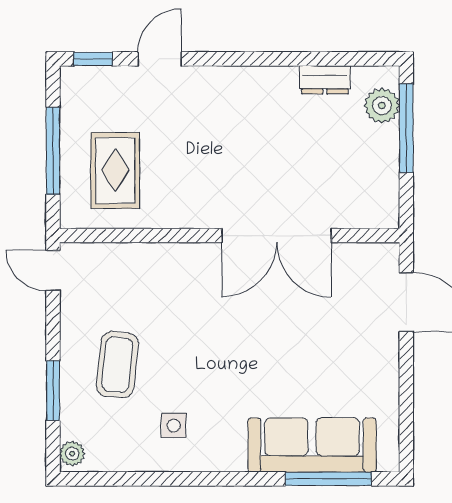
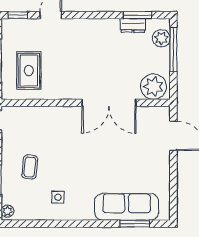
window: (334, 59) -> (137, 15), added
plant: (366, 203) -> (153, 87), added
coffee table: (117, 365) -> (30, 167), width x0.73, depth x0.77
window: (328, 479) -> (135, 224), width x0.69

